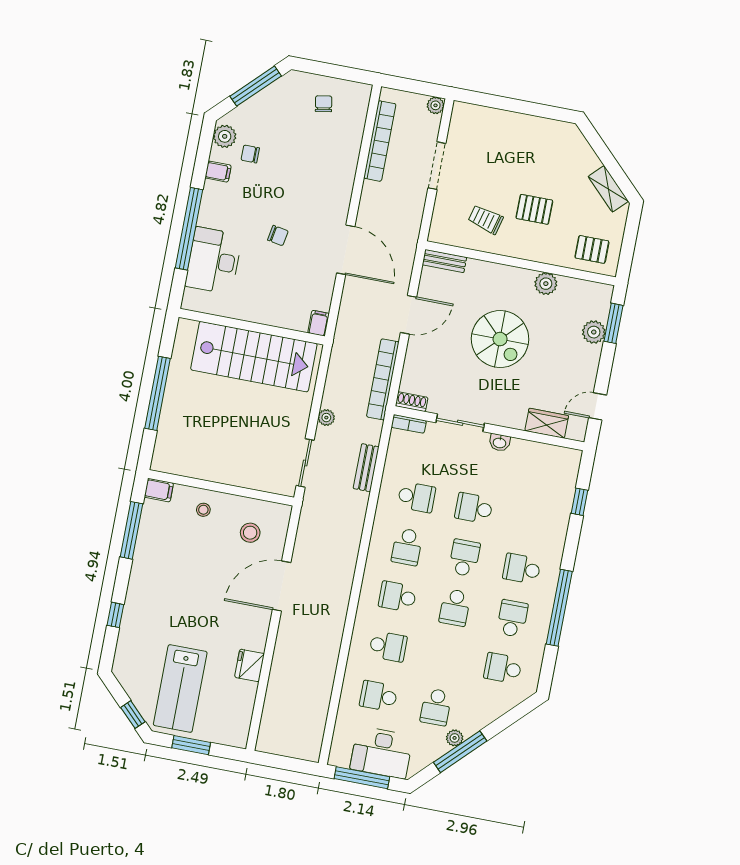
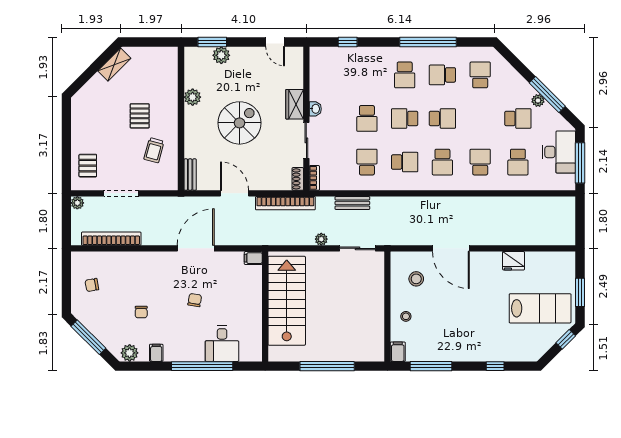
chair: (250, 154) -> (141, 312), moved
pallet: (592, 249) -> (88, 166), moved
desk: (214, 261) -> (222, 344), width x0.73
wardrobe: (547, 423) -> (295, 104), moved
school desk: (503, 668) -> (480, 75), turned 180

